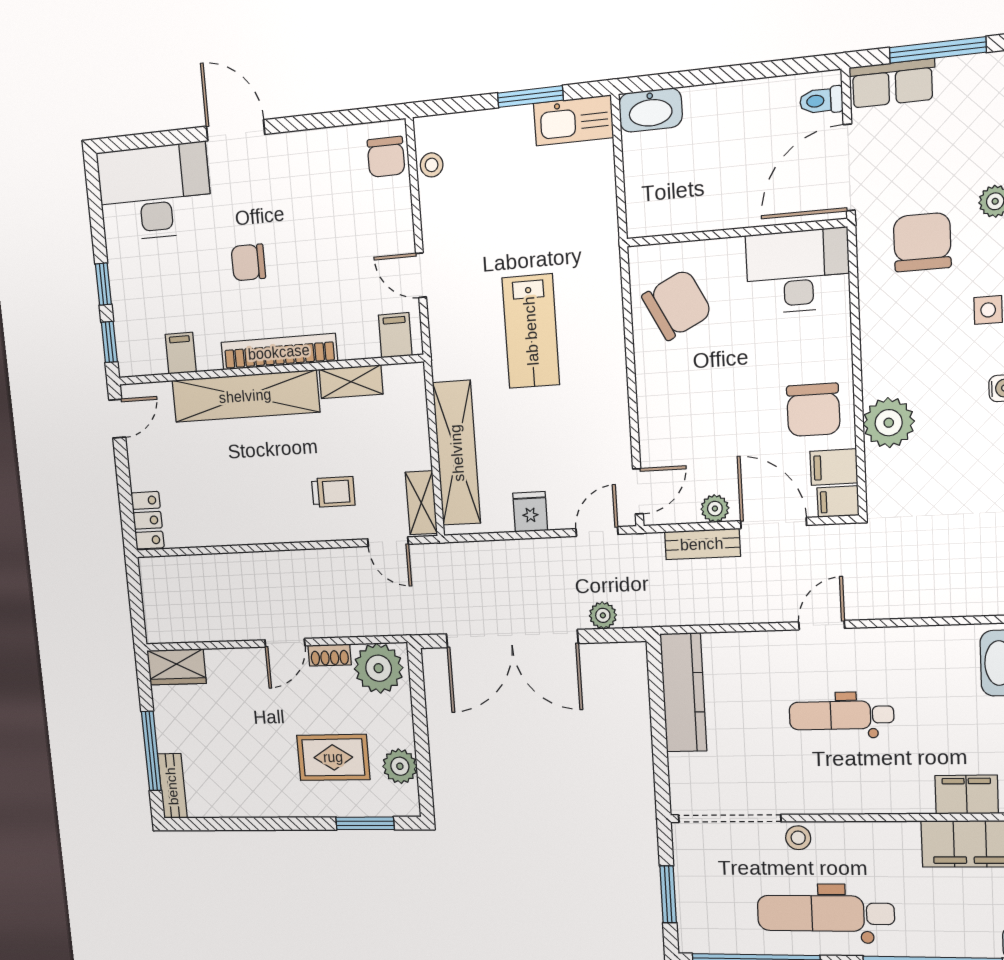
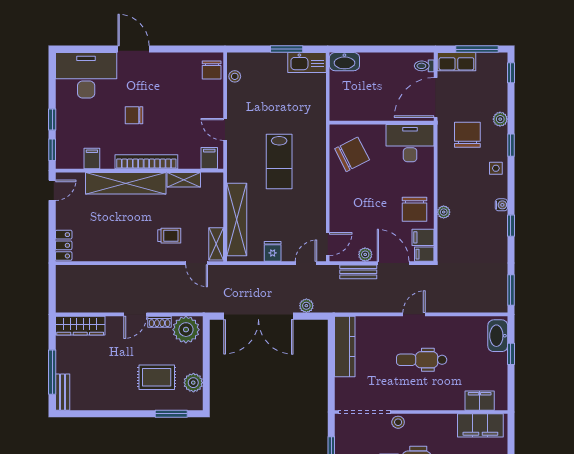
plant: (889, 423) -> (444, 212), width x0.53, depth x0.53
wardrobe: (177, 667) -> (80, 326), width x1.50

